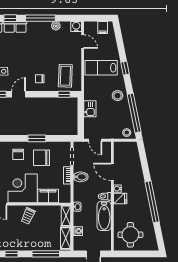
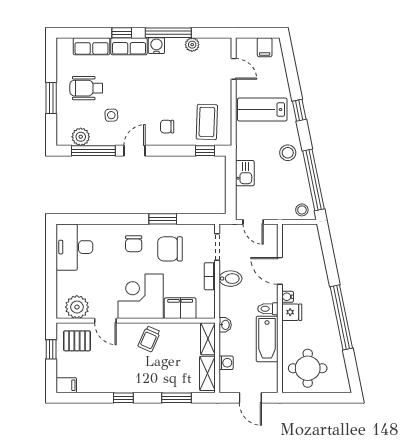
water cooler: (76, 27) -> (156, 46), moved
window: (46, 254) -> (177, 398), width x0.69

